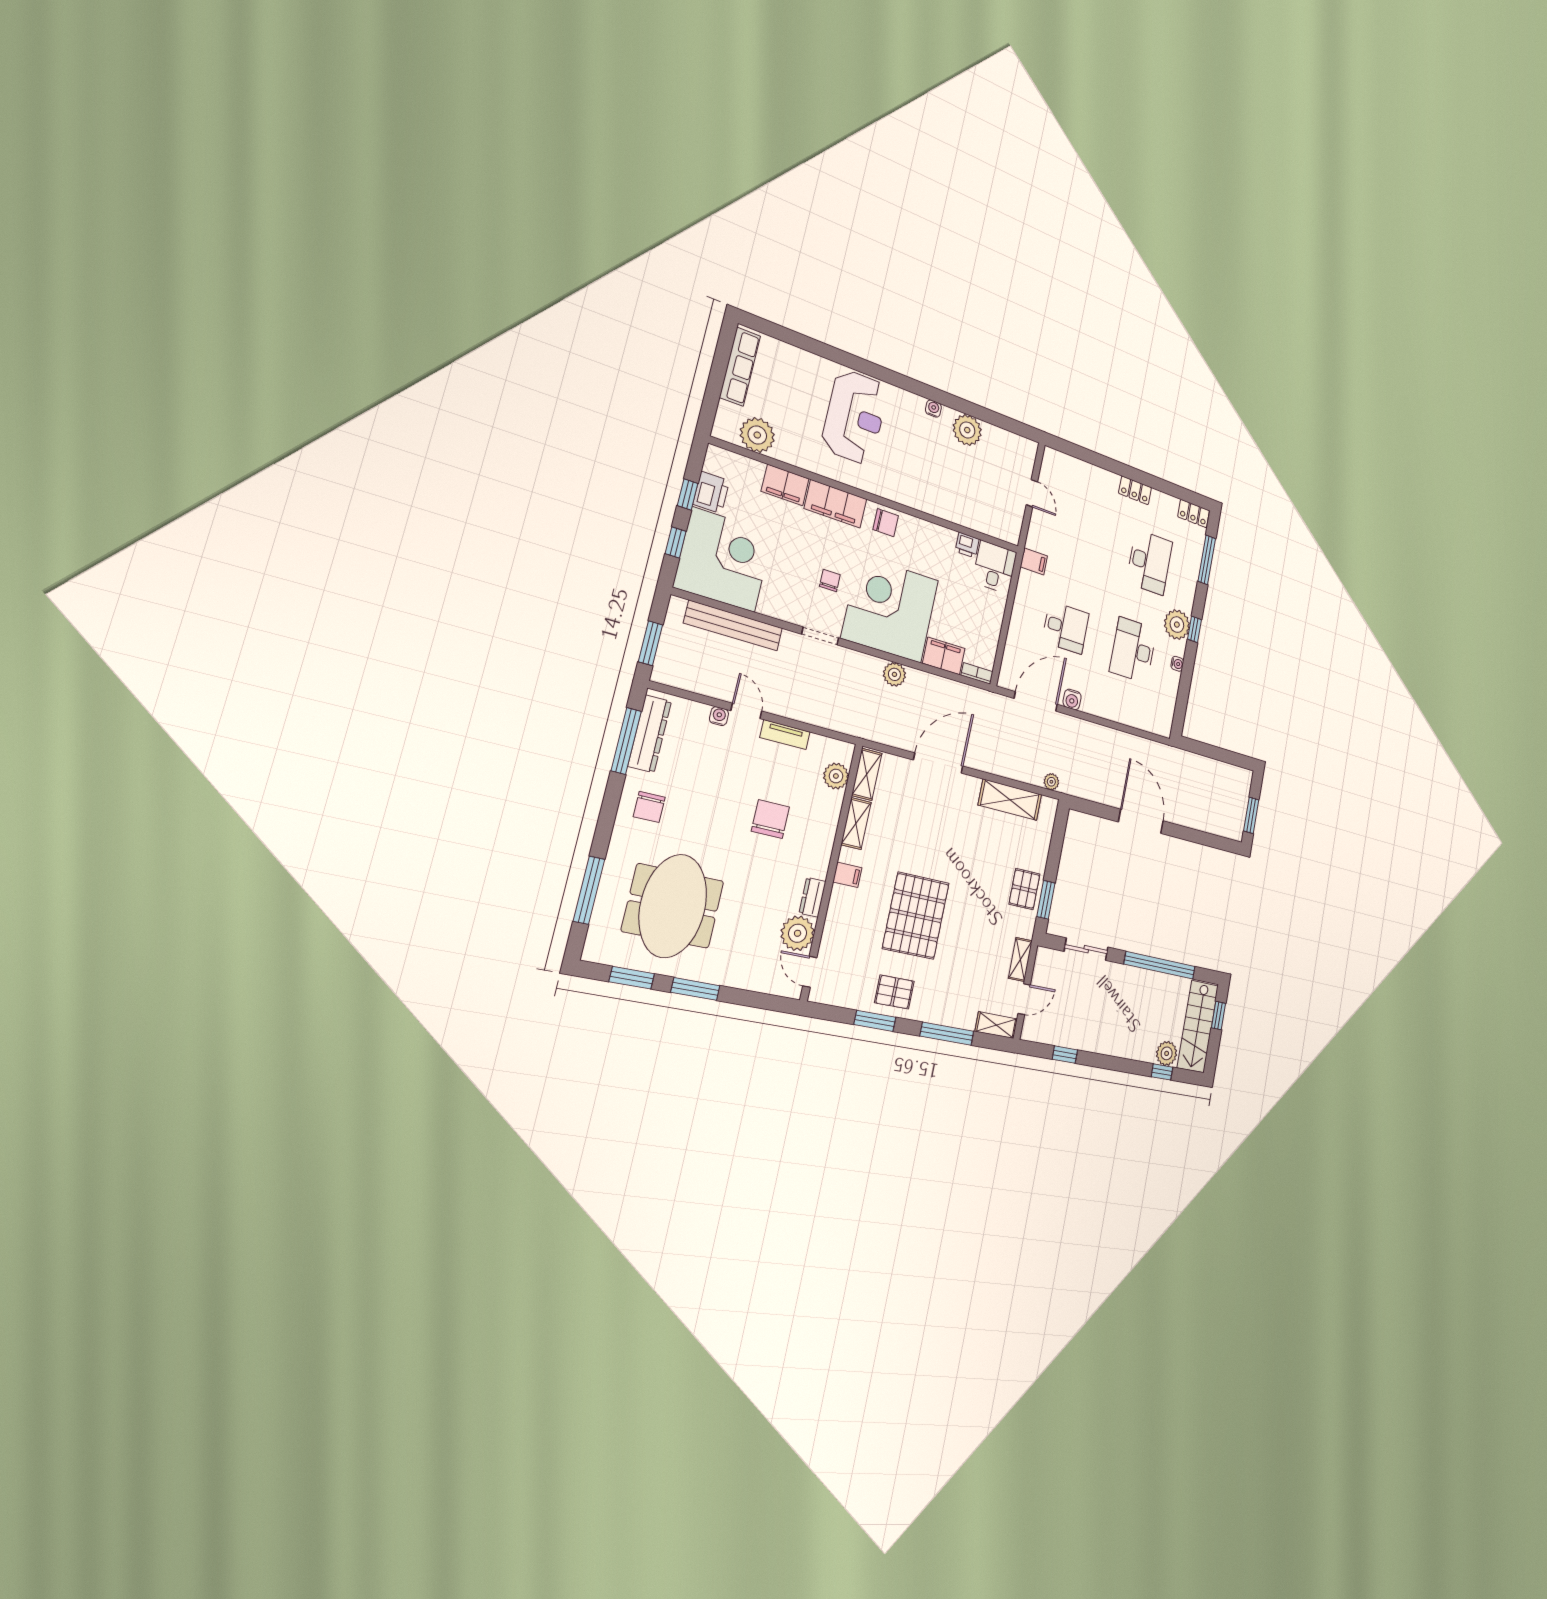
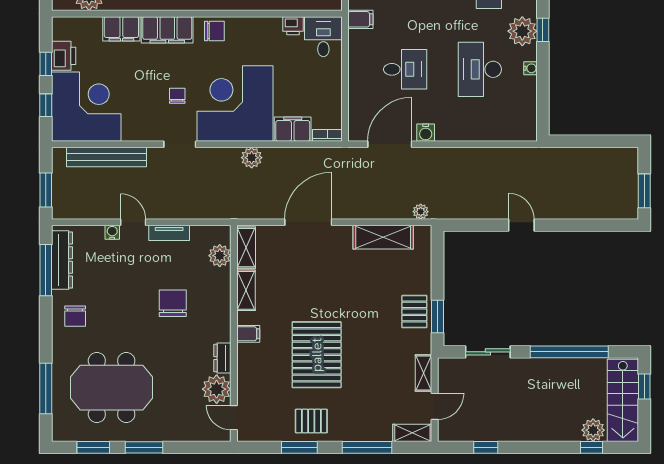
door: (1141, 821) -> (521, 225), width x0.53
meeting table: (673, 906) -> (112, 388), turned 90

